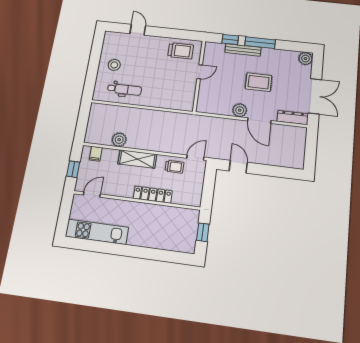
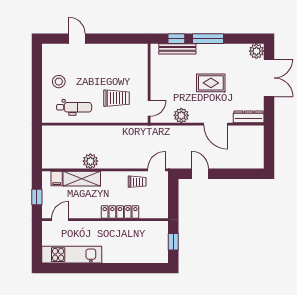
bench: (243, 50) -> (177, 49), moved
trolley: (181, 51) -> (116, 98), moved
door: (200, 72) -> (149, 108), moved
double door: (315, 96) -> (269, 78), moved
plant: (240, 110) -> (181, 115), moved
plant: (119, 140) -> (90, 161), moved
shelving: (137, 159) -> (82, 179), moved

